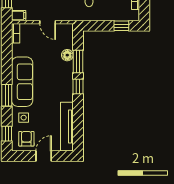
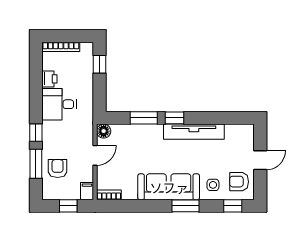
floor lamp: (67, 55) -> (104, 131), moved
tv unit: (67, 127) -> (194, 132), moved
door: (44, 156) -> (260, 160), swing flipped

